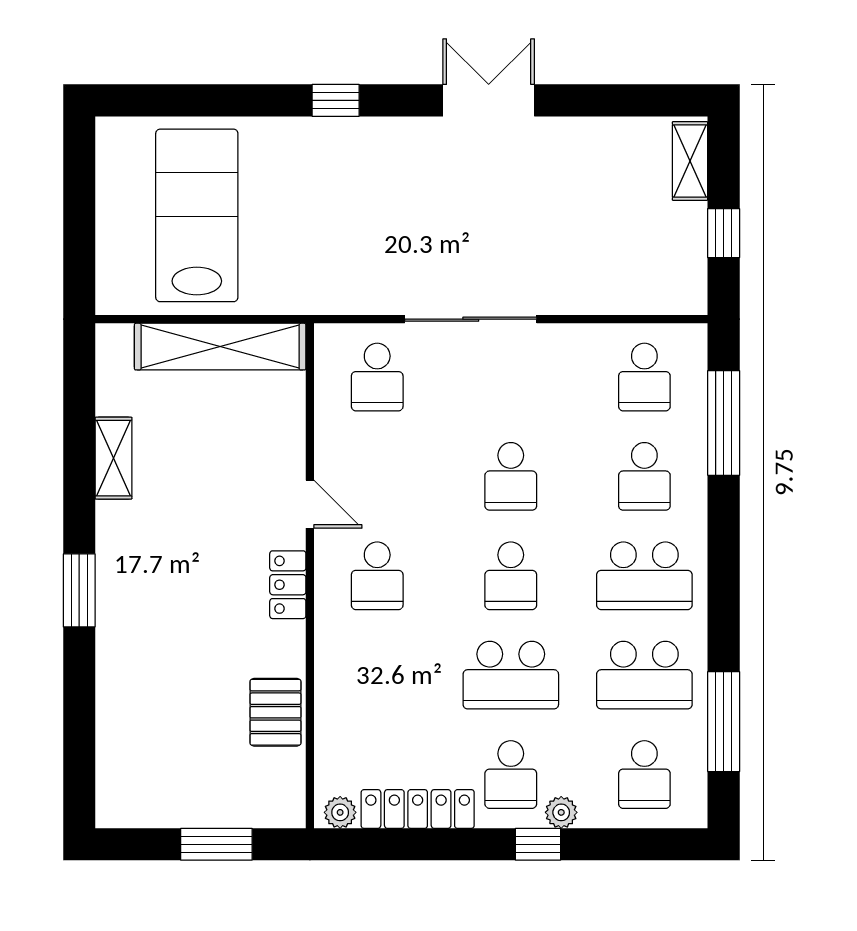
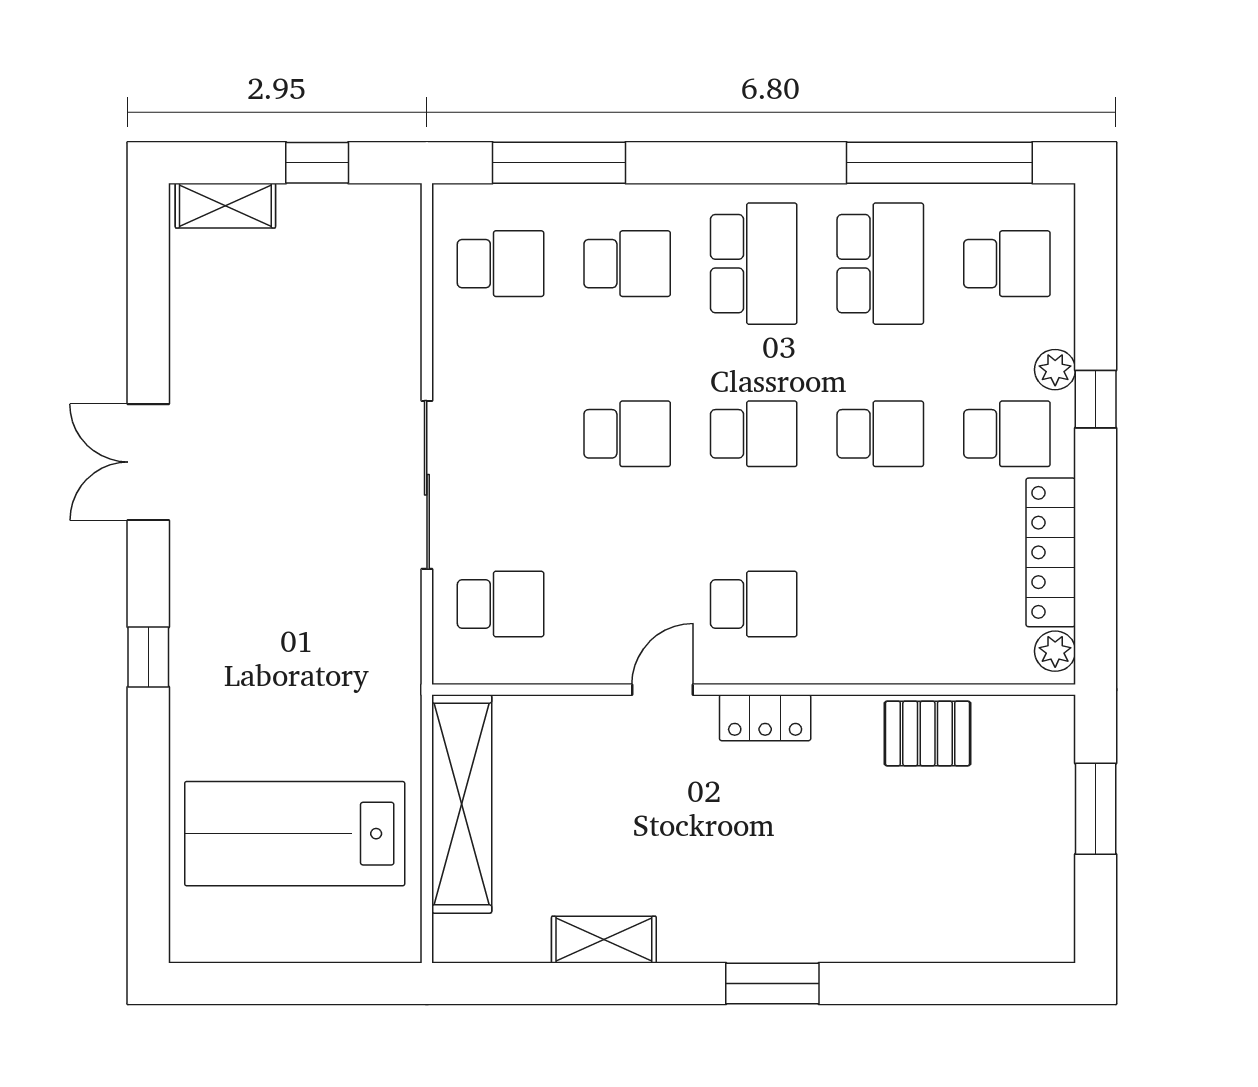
school desk: (511, 675) -> (880, 434), width x0.54
window: (724, 722) -> (939, 163), width x1.46

